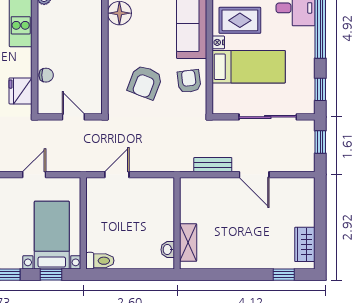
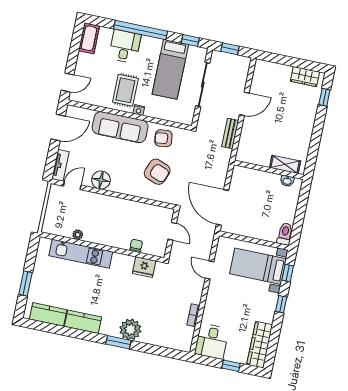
bed: (249, 67) -> (170, 69), moved, turned 180
door: (73, 117) -> (172, 231), swing flipped
door: (117, 175) -> (223, 207), width x1.88

